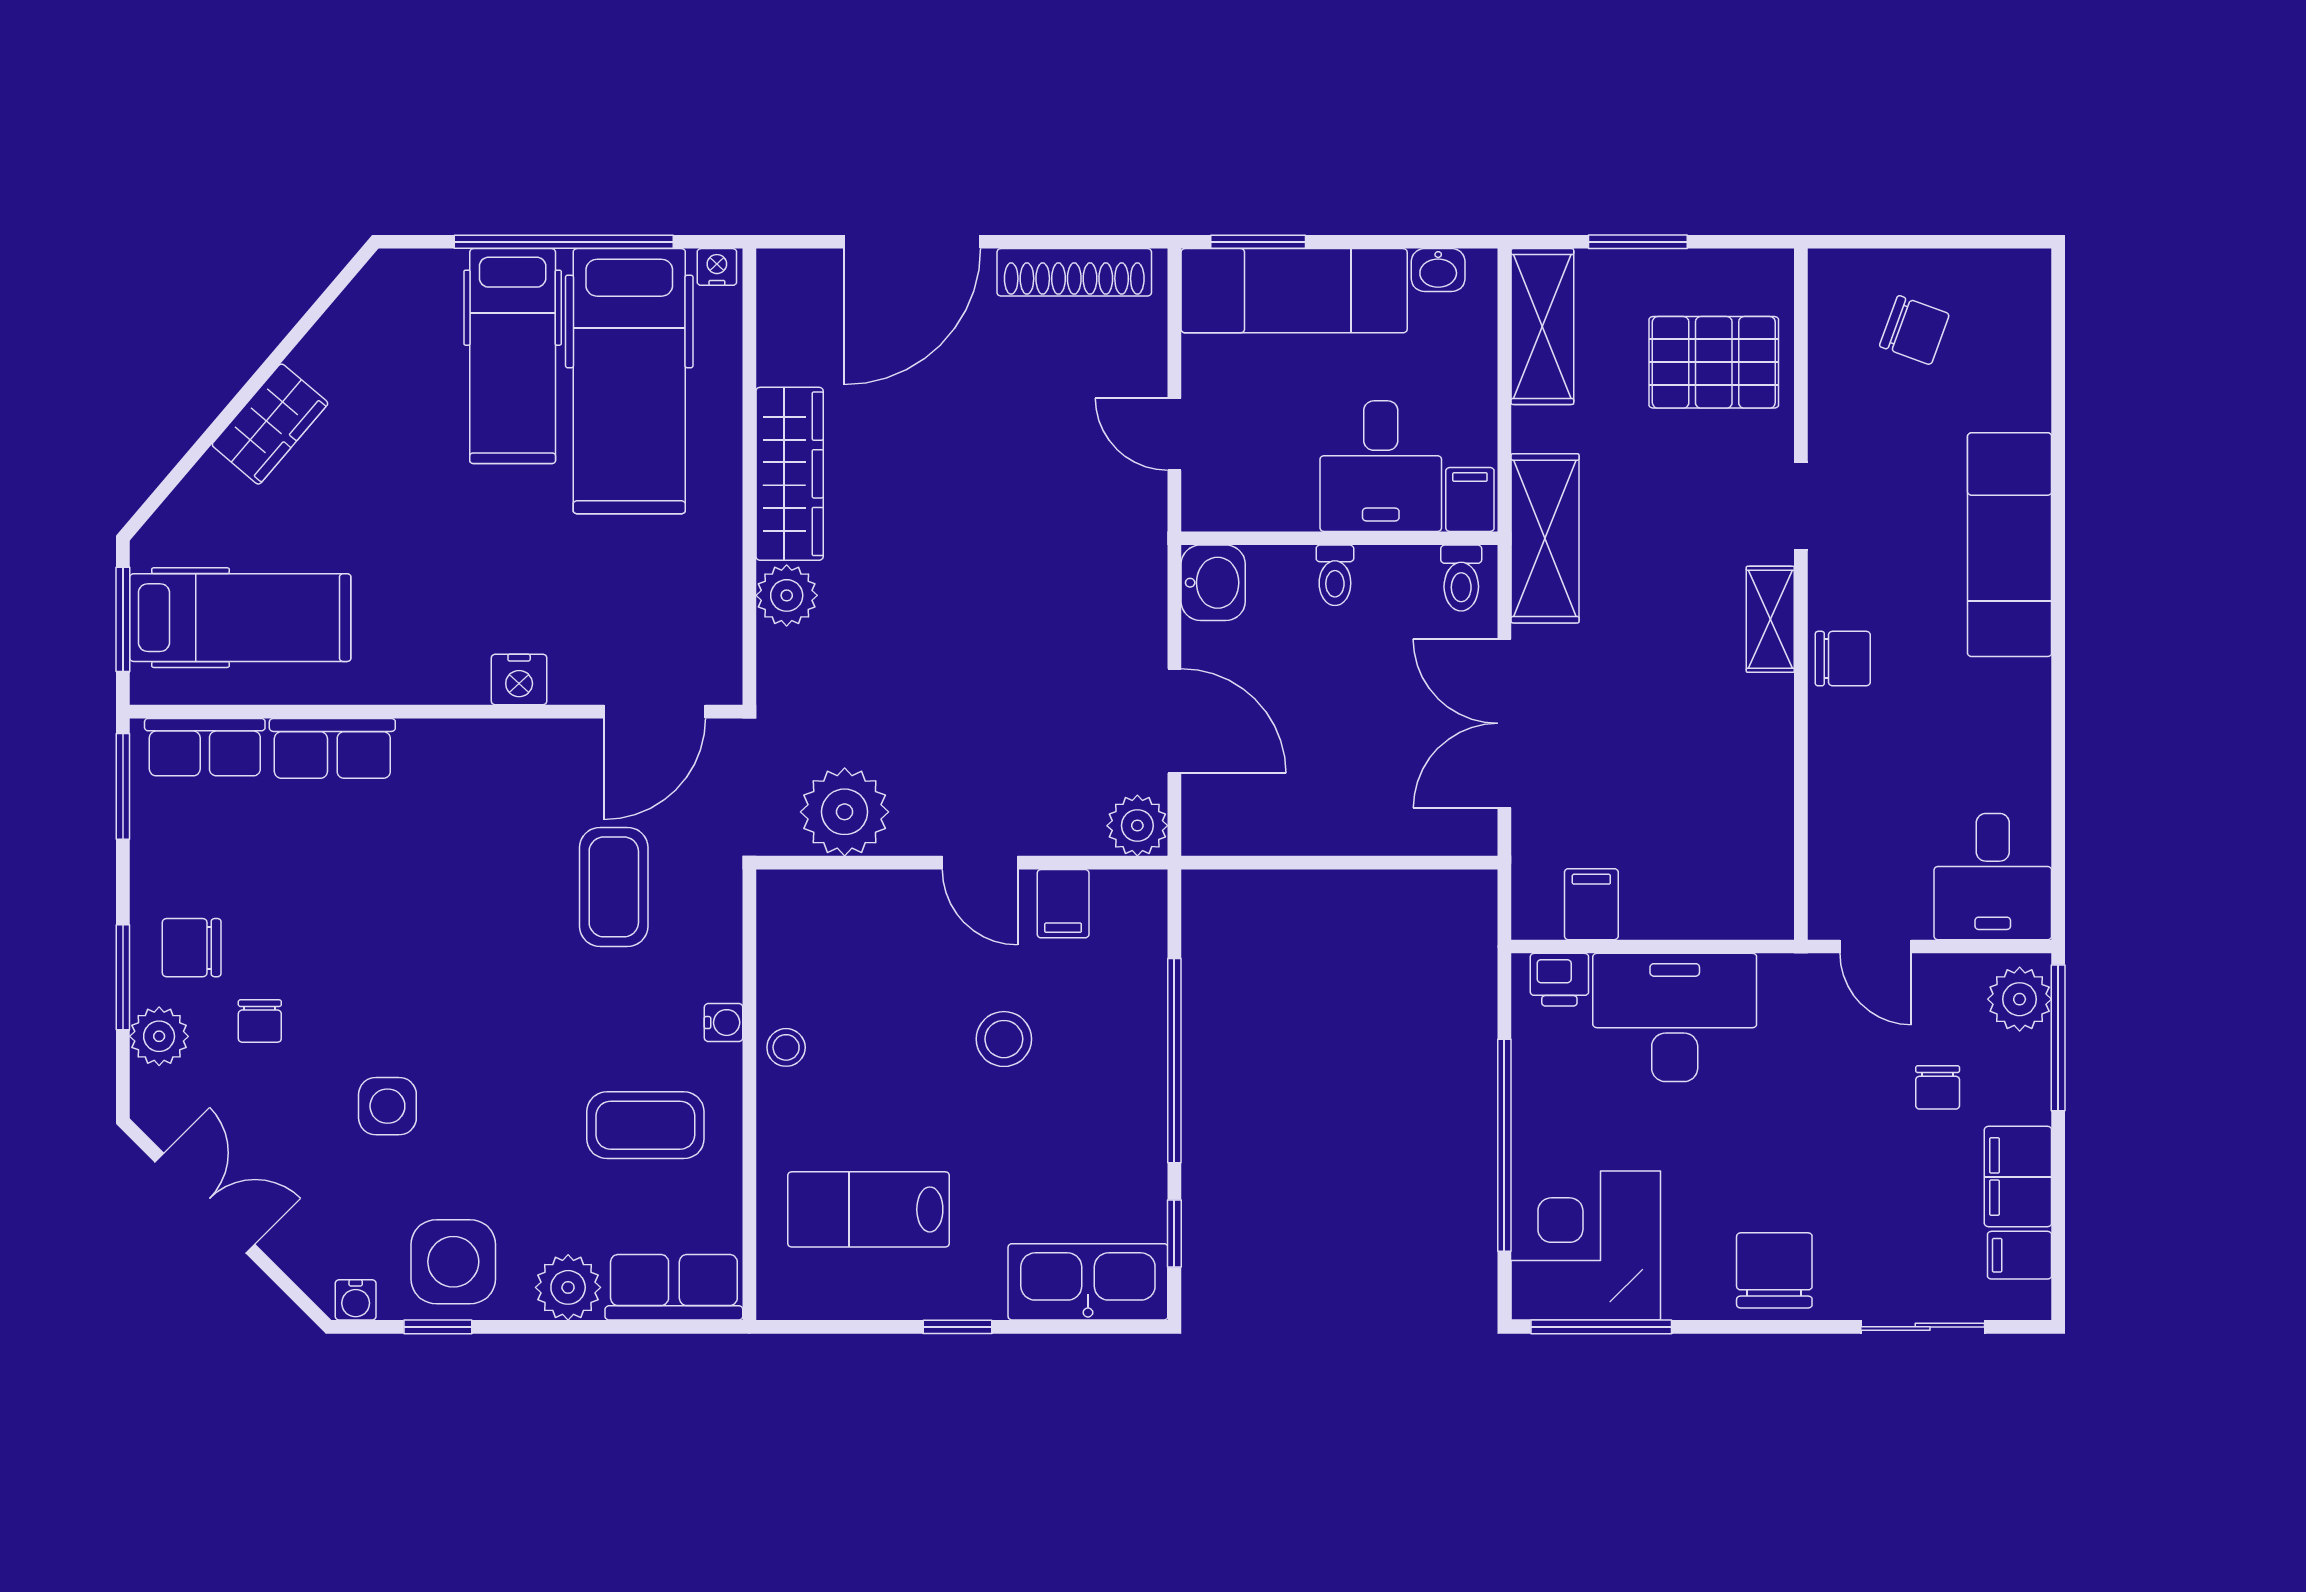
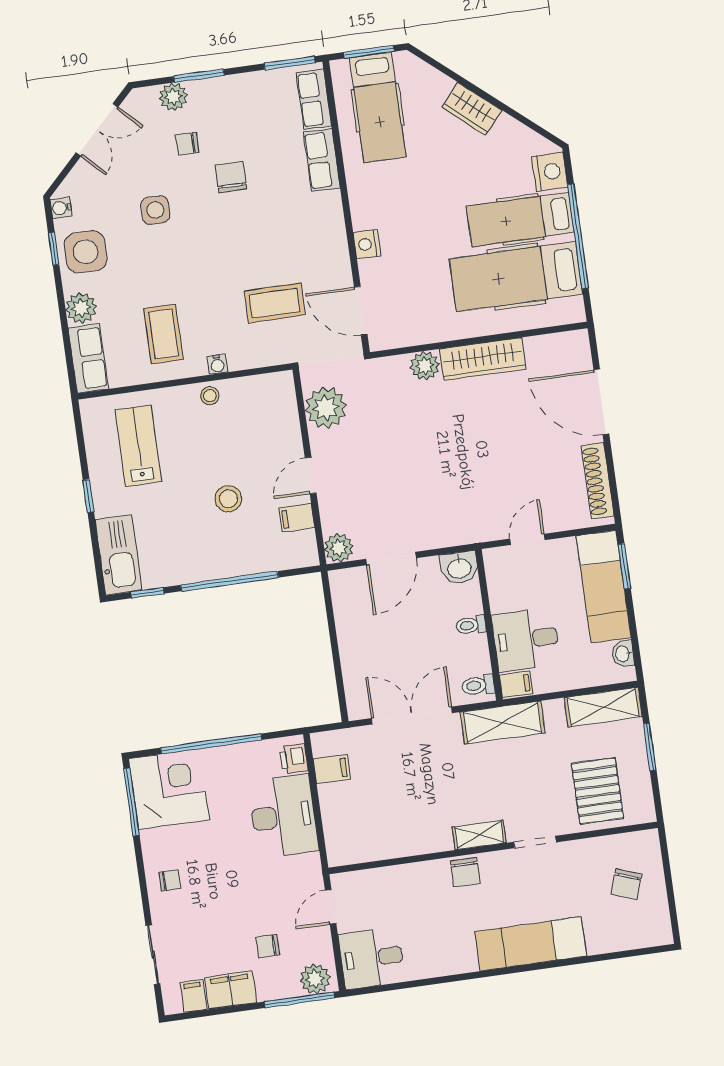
nightstand: (717, 267) -> (550, 172), moved, width x1.89, depth x1.79
chair: (192, 948) -> (231, 177), moved
chair: (1774, 1270) -> (170, 880), width x0.54, depth x0.54

